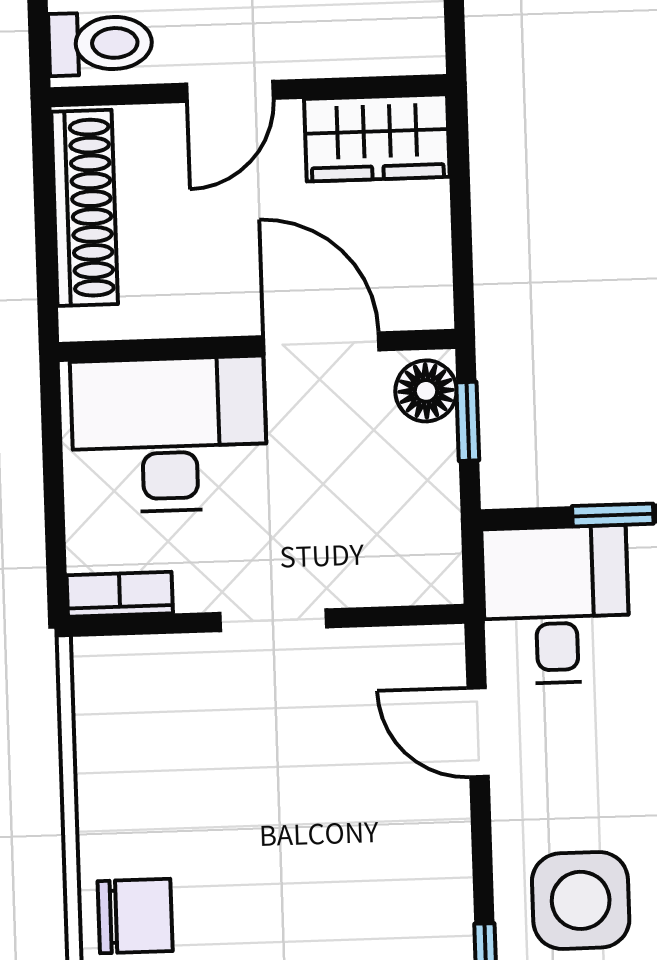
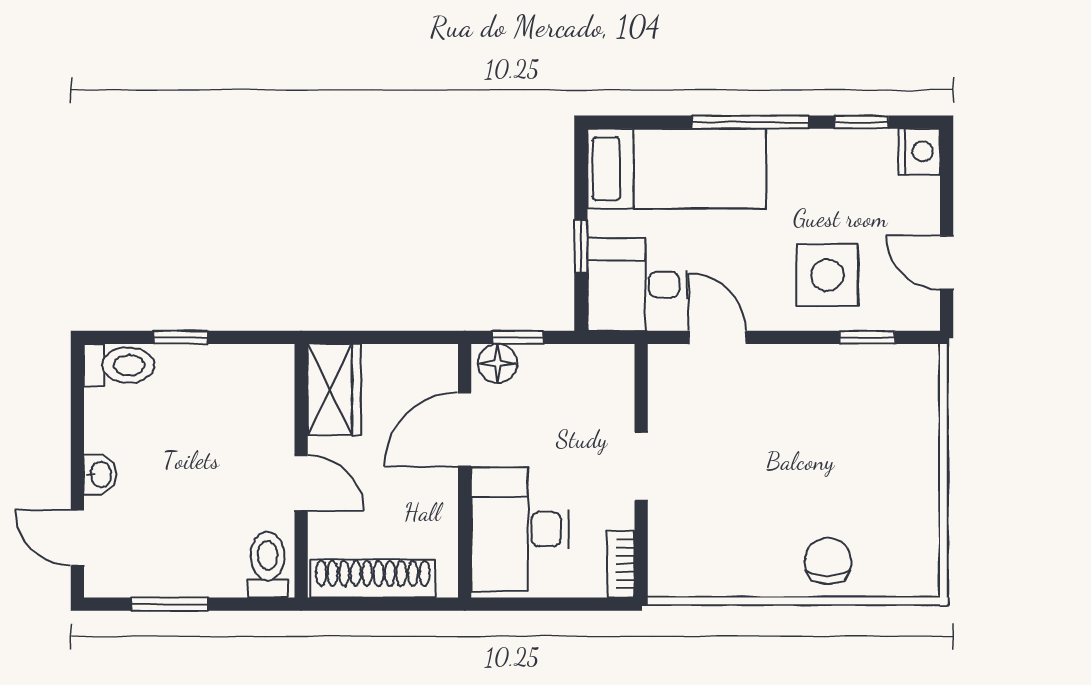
door: (478, 732) -> (717, 337), swing flipped

